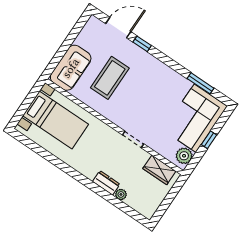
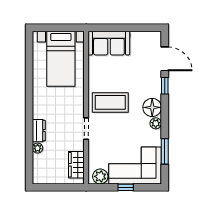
floor lamp: (154, 68) -> (152, 107), added
plant: (170, 74) -> (156, 123), added
coffee table: (110, 78) -> (110, 102), moved

